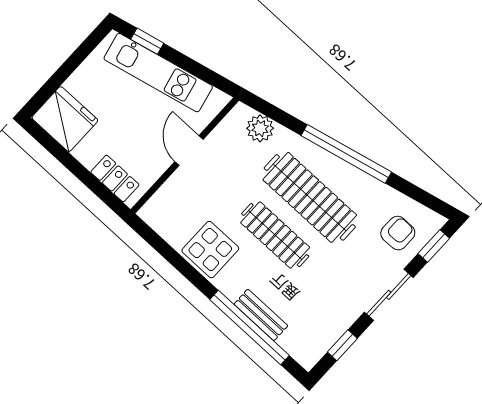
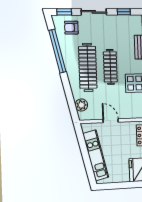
window: (147, 41) -> (89, 169), removed
door: (189, 150) -> (111, 121), swing flipped
window: (346, 154) -> (57, 51), moved

